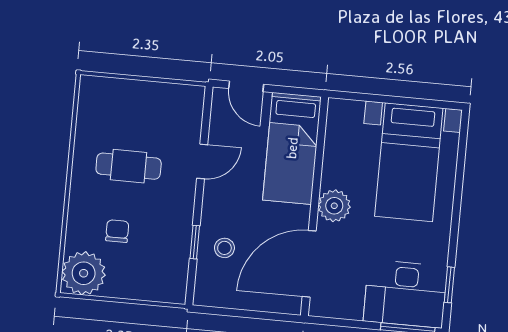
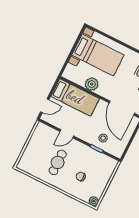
door: (202, 161) -> (67, 134), swing flipped
plant: (334, 206) -> (92, 84), moved
plant: (84, 273) -> (94, 201), width x0.53, depth x0.53

